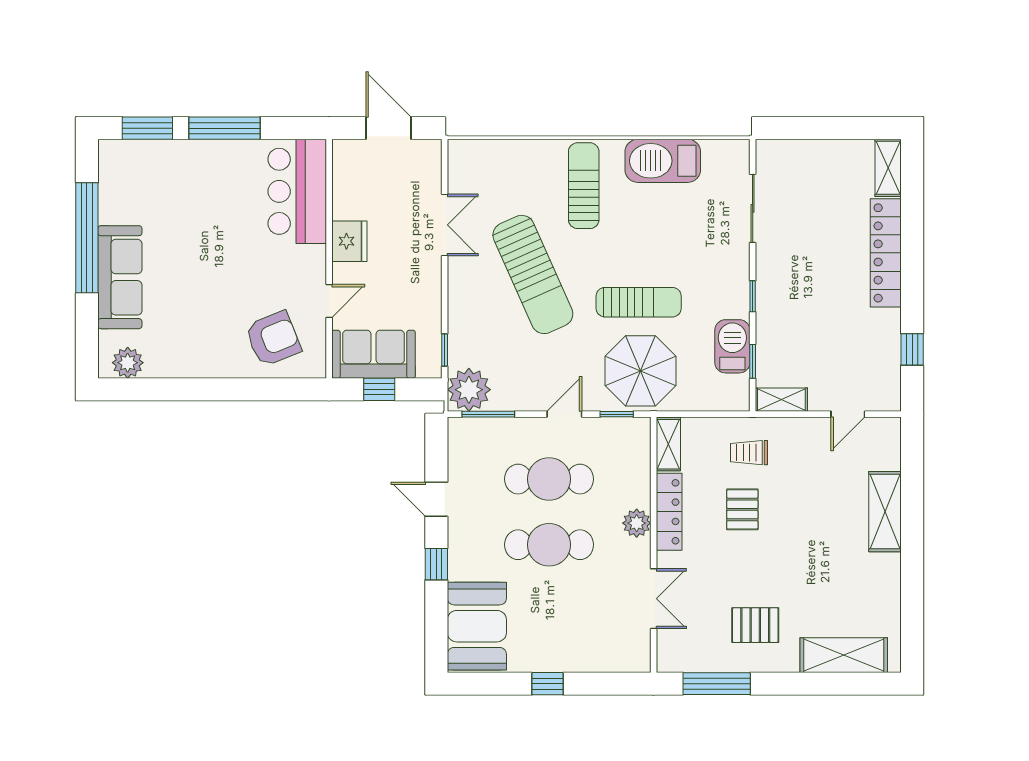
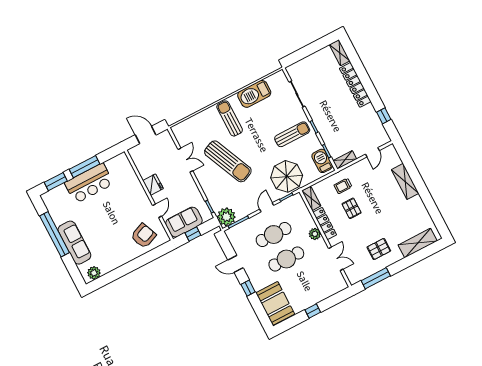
bar counter: (297, 191) -> (89, 183), moved, turned -90
sun lounger: (639, 302) -> (292, 134), moved
barbecue: (732, 346) -> (322, 161), moved

